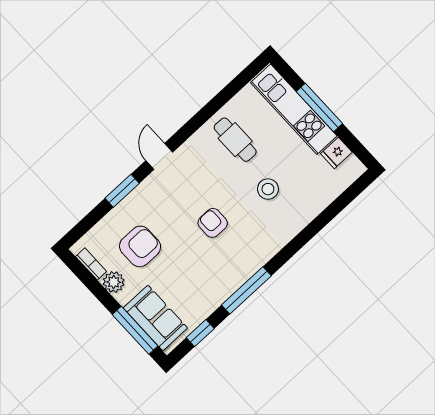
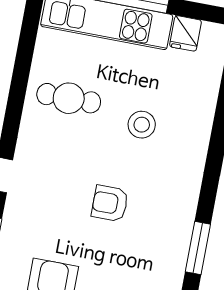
window: (246, 290) -> (198, 248), width x0.69

